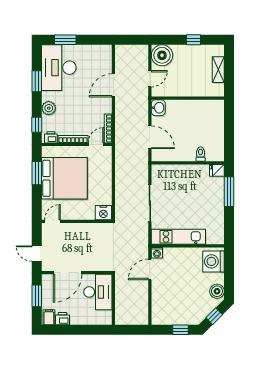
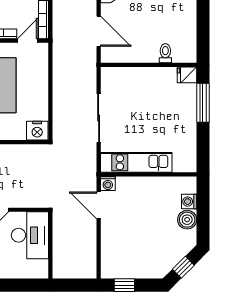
washing machine: (214, 261) -> (189, 202), width x0.53, depth x0.53
door: (150, 269) -> (99, 205), hinge flipped
boiler: (217, 291) -> (187, 220), moved
window: (180, 330) -> (124, 285), moved

